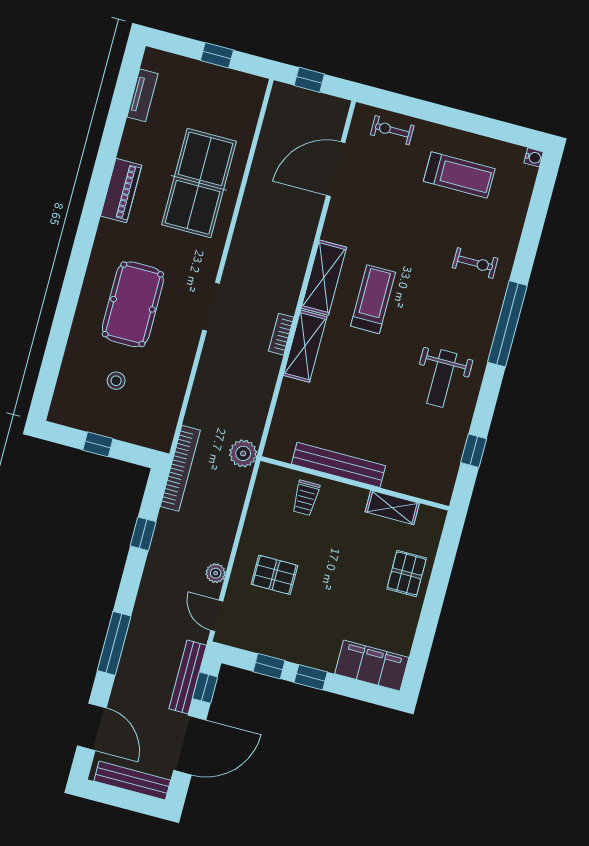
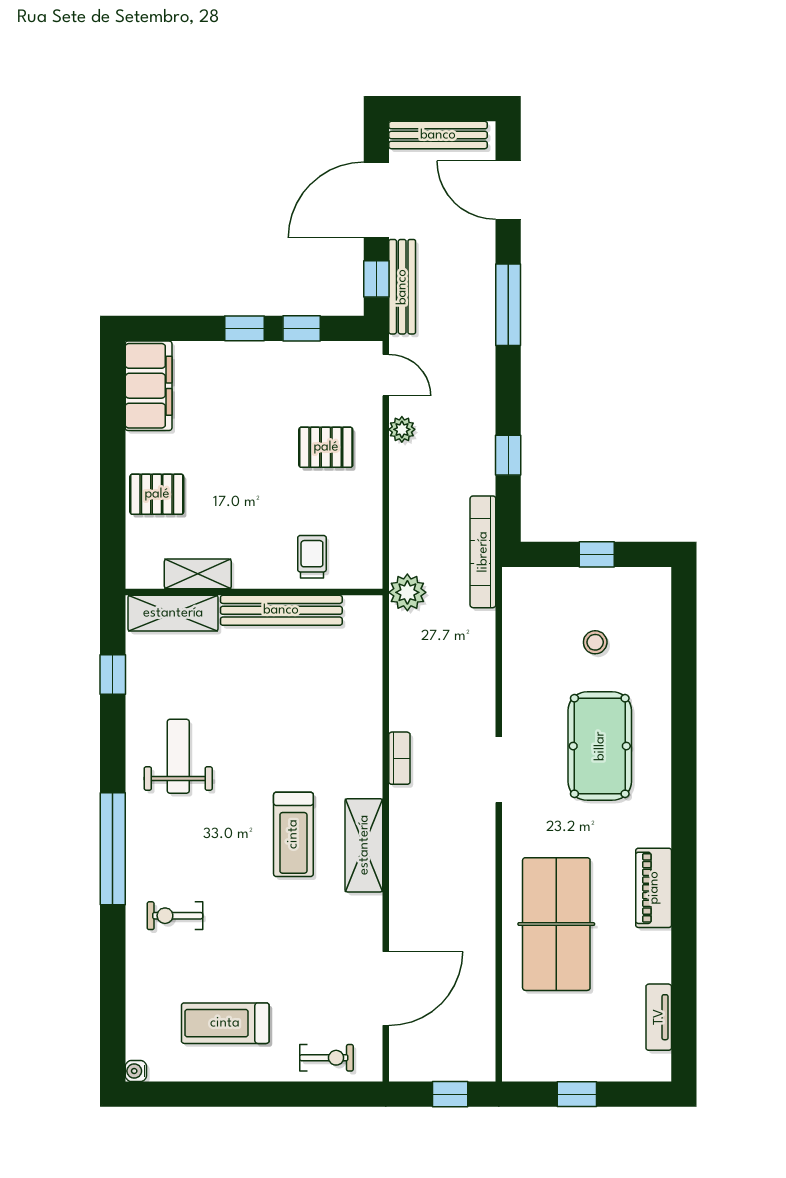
shelving: (305, 346) -> (173, 613), moved, turned 90
pallet: (407, 573) -> (157, 494), turned 90
filing cabinet: (372, 666) -> (149, 386), moved, turned -90

